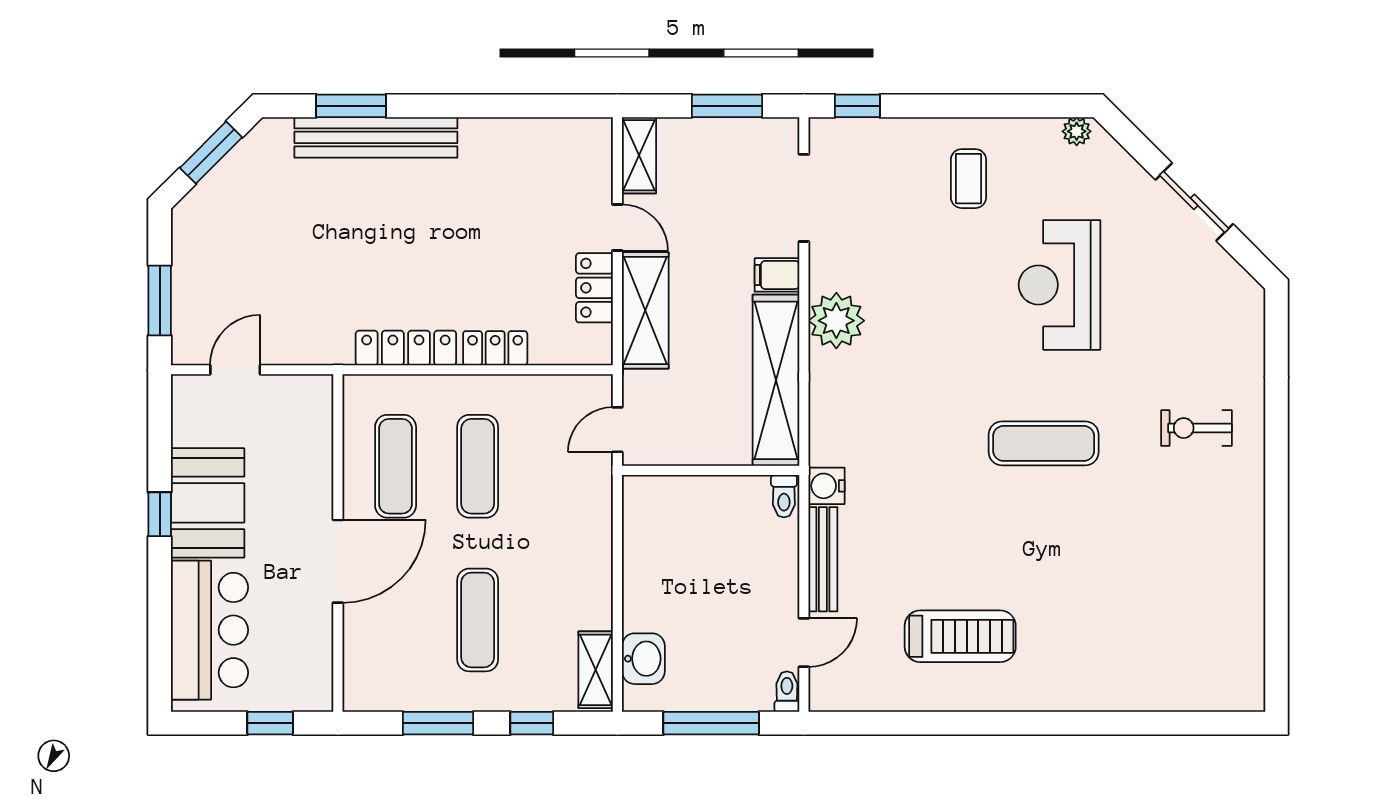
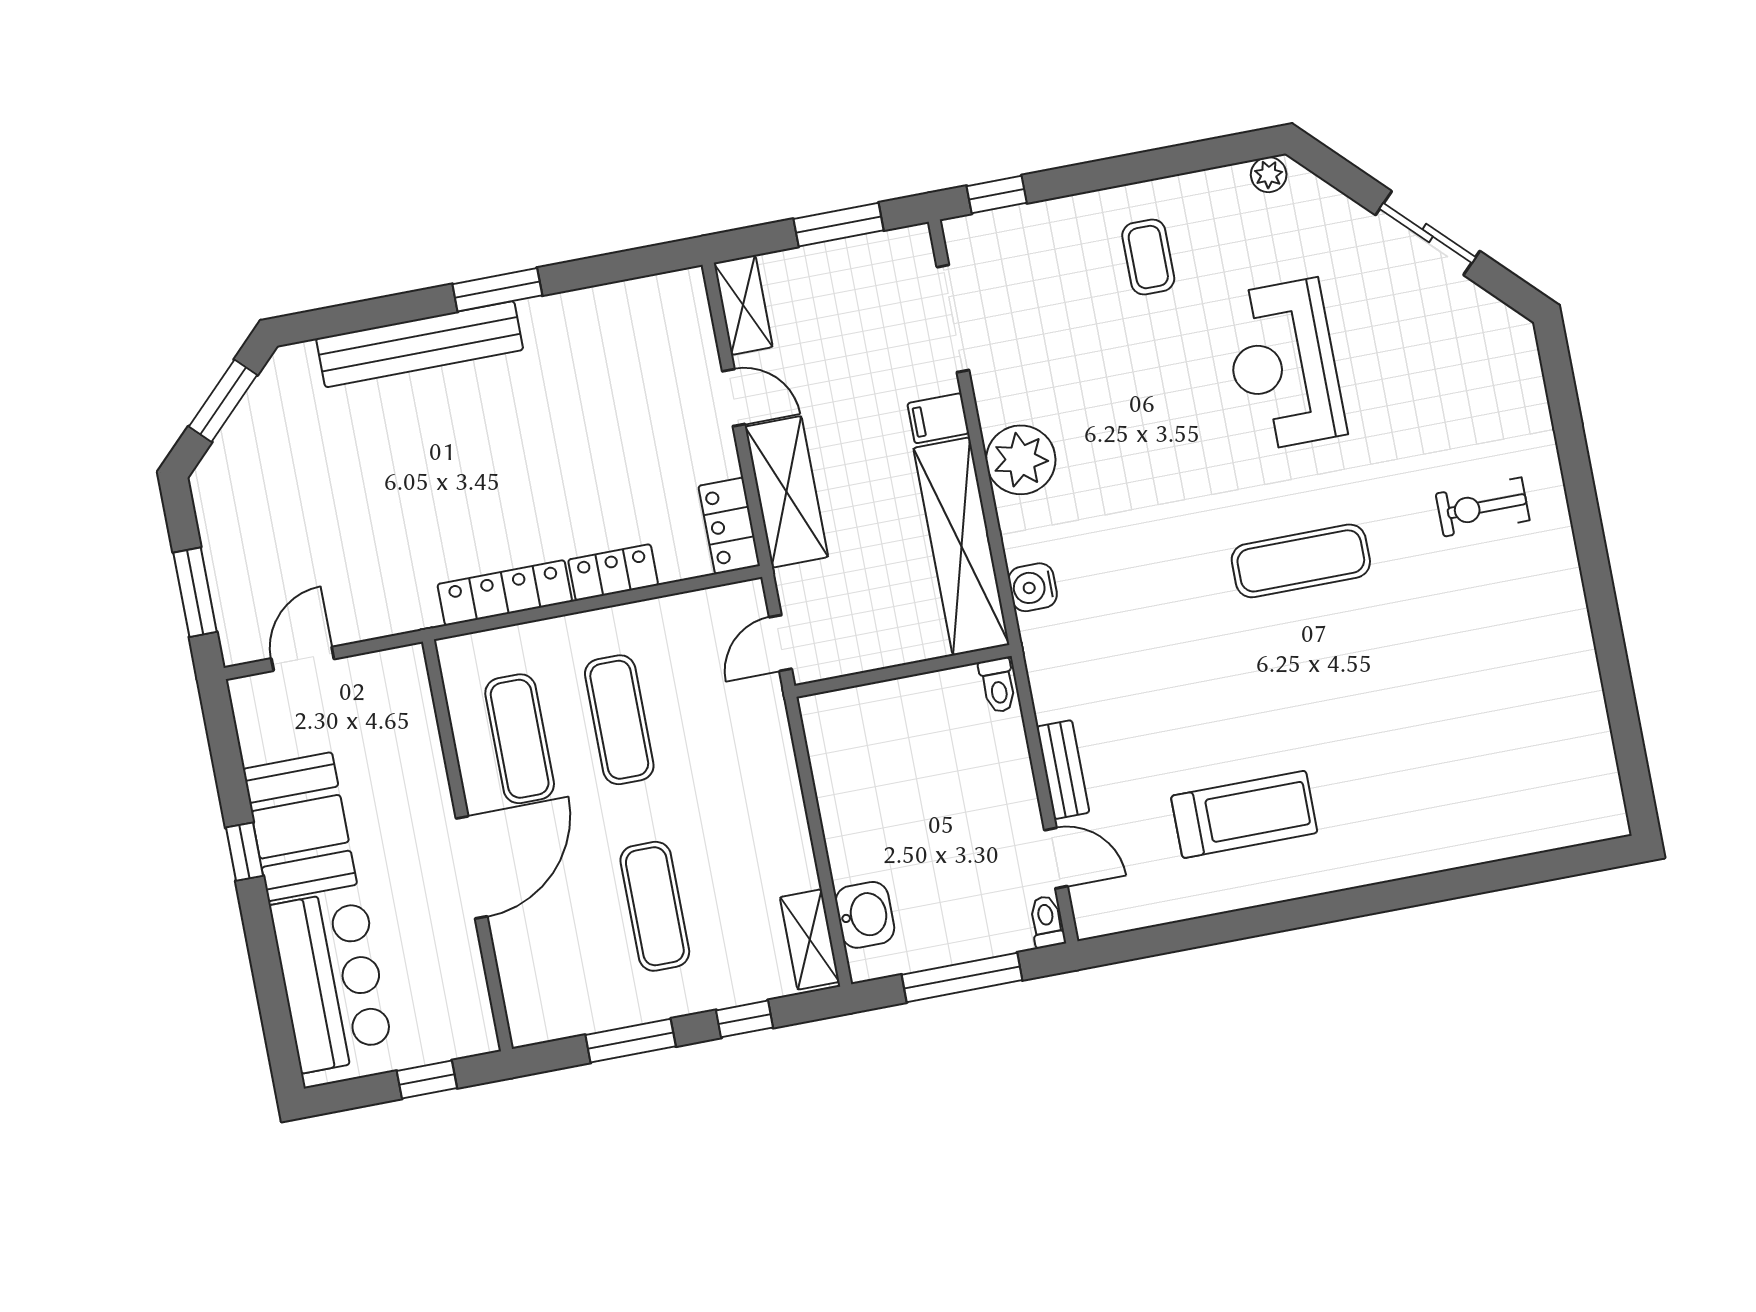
window: (351, 106) -> (497, 290), moved
locker: (594, 288) -> (729, 526), moved
water cooler: (826, 486) -> (1033, 587), moved
bench: (823, 559) -> (1063, 770), width x0.73
door: (804, 642) -> (1056, 858), hinge flipped

